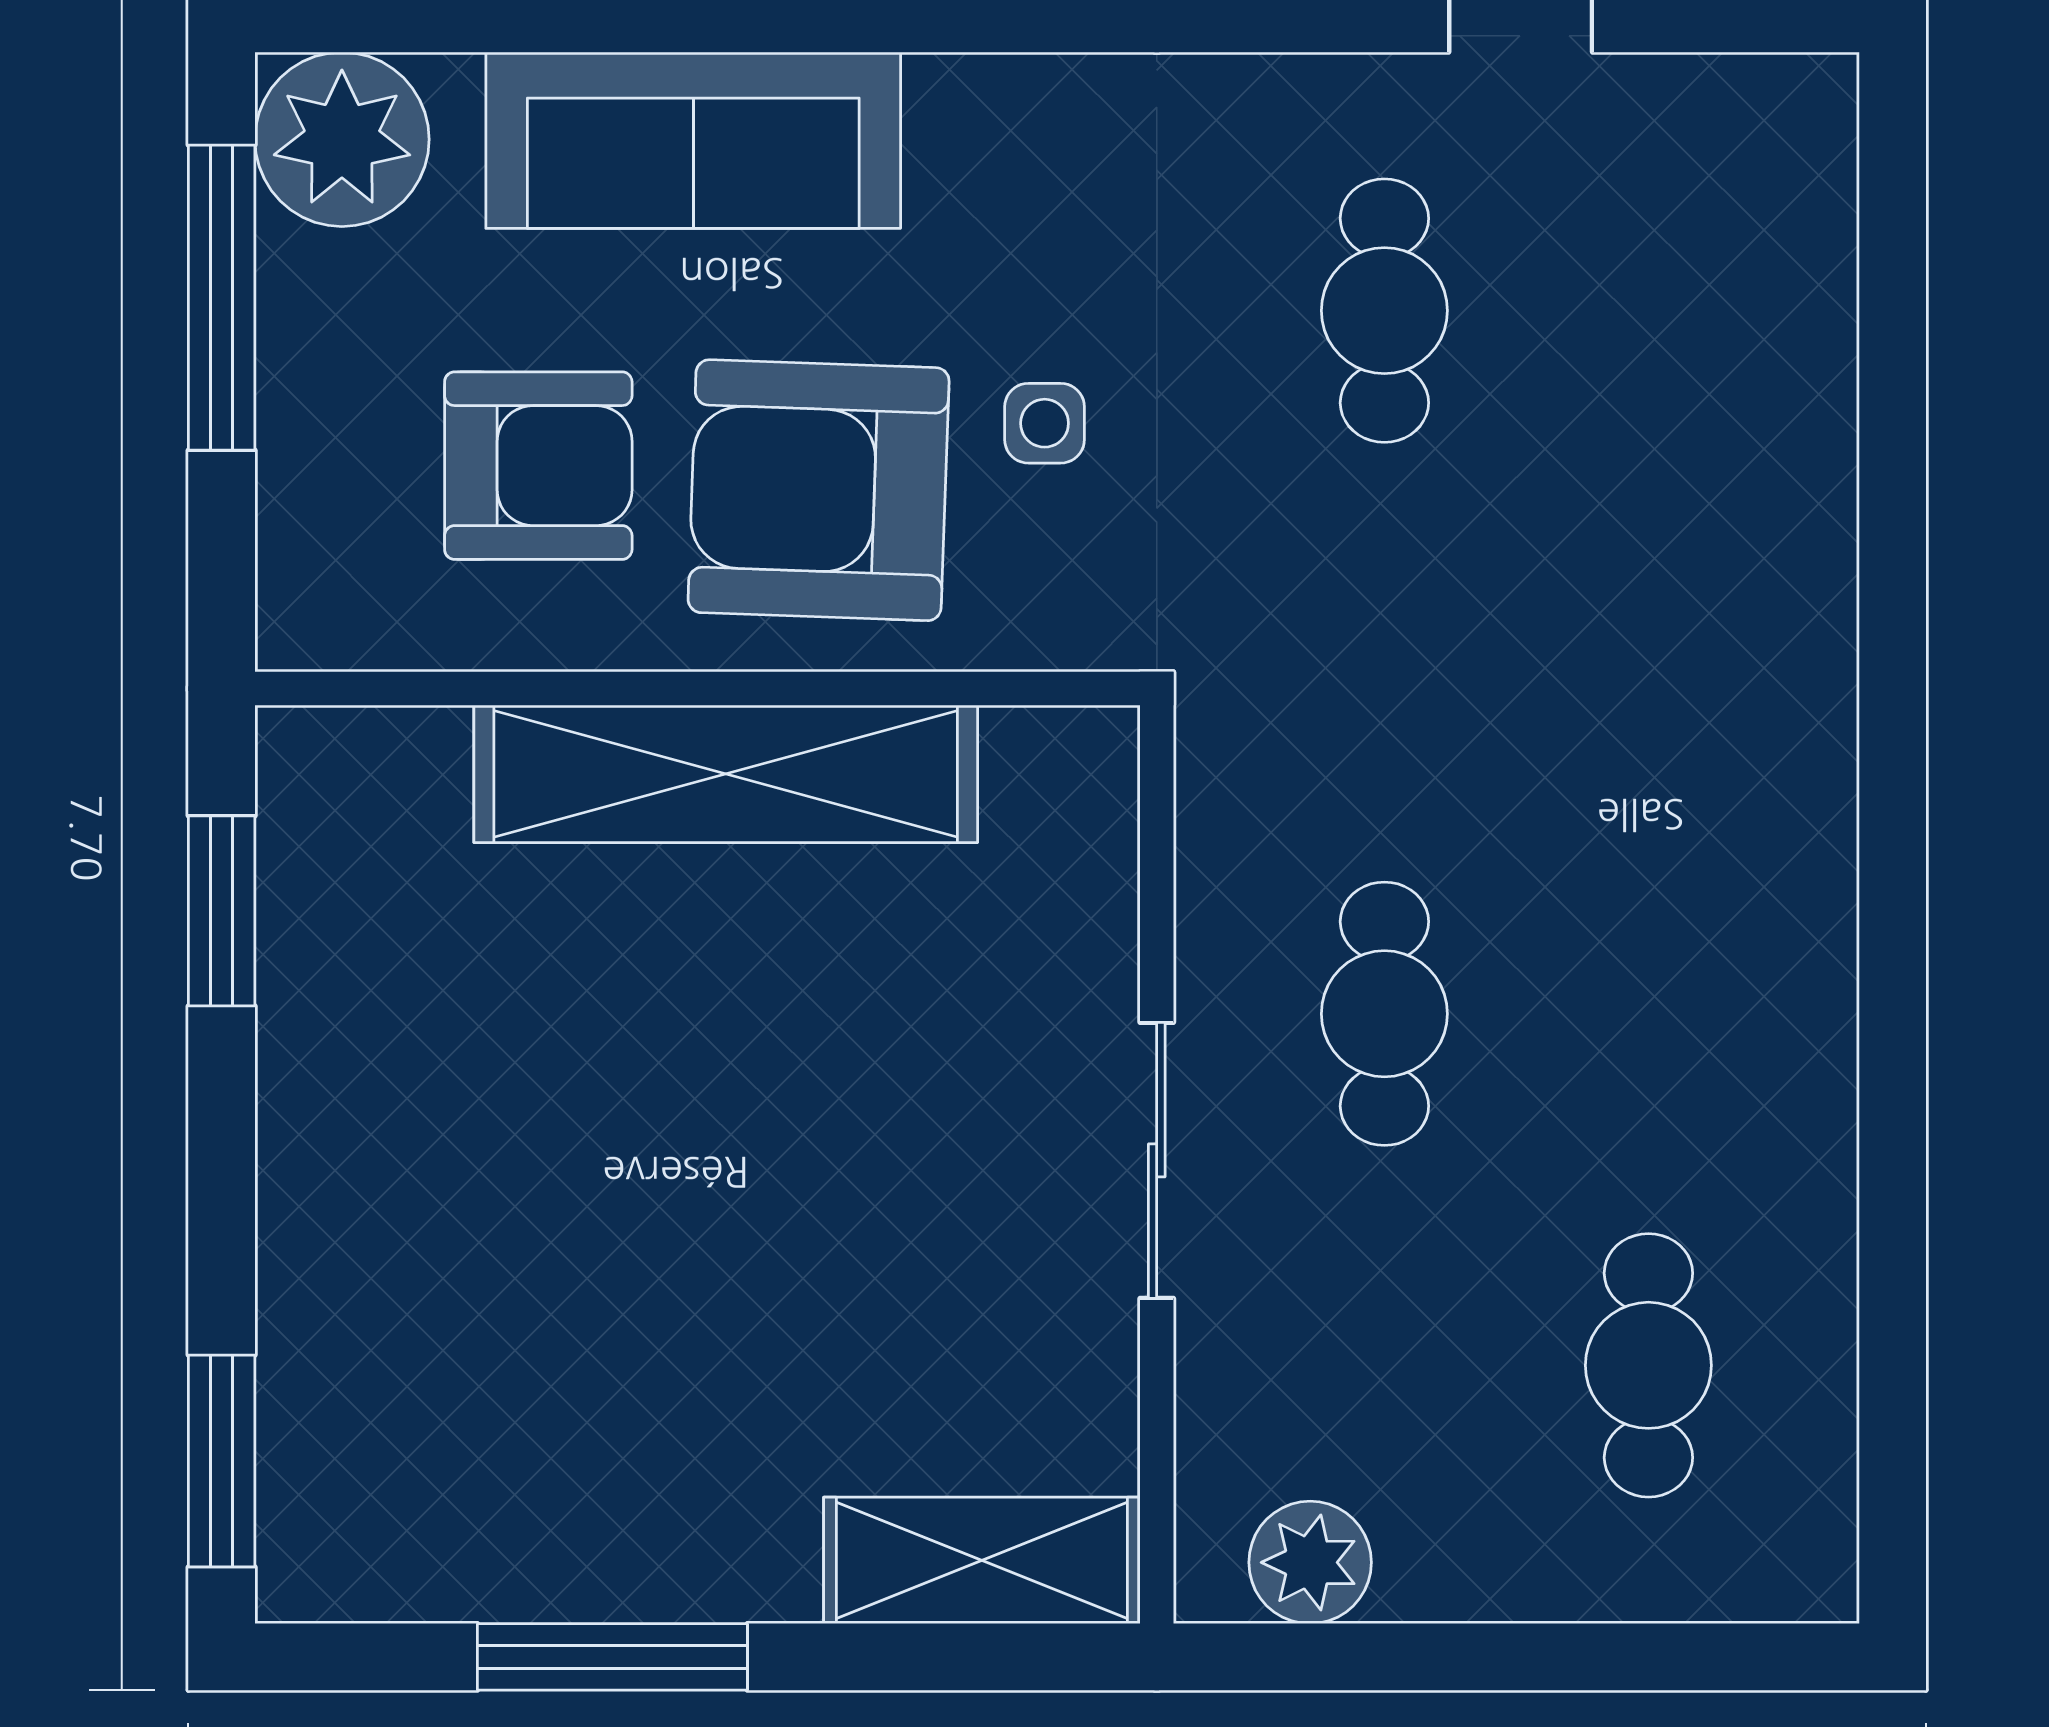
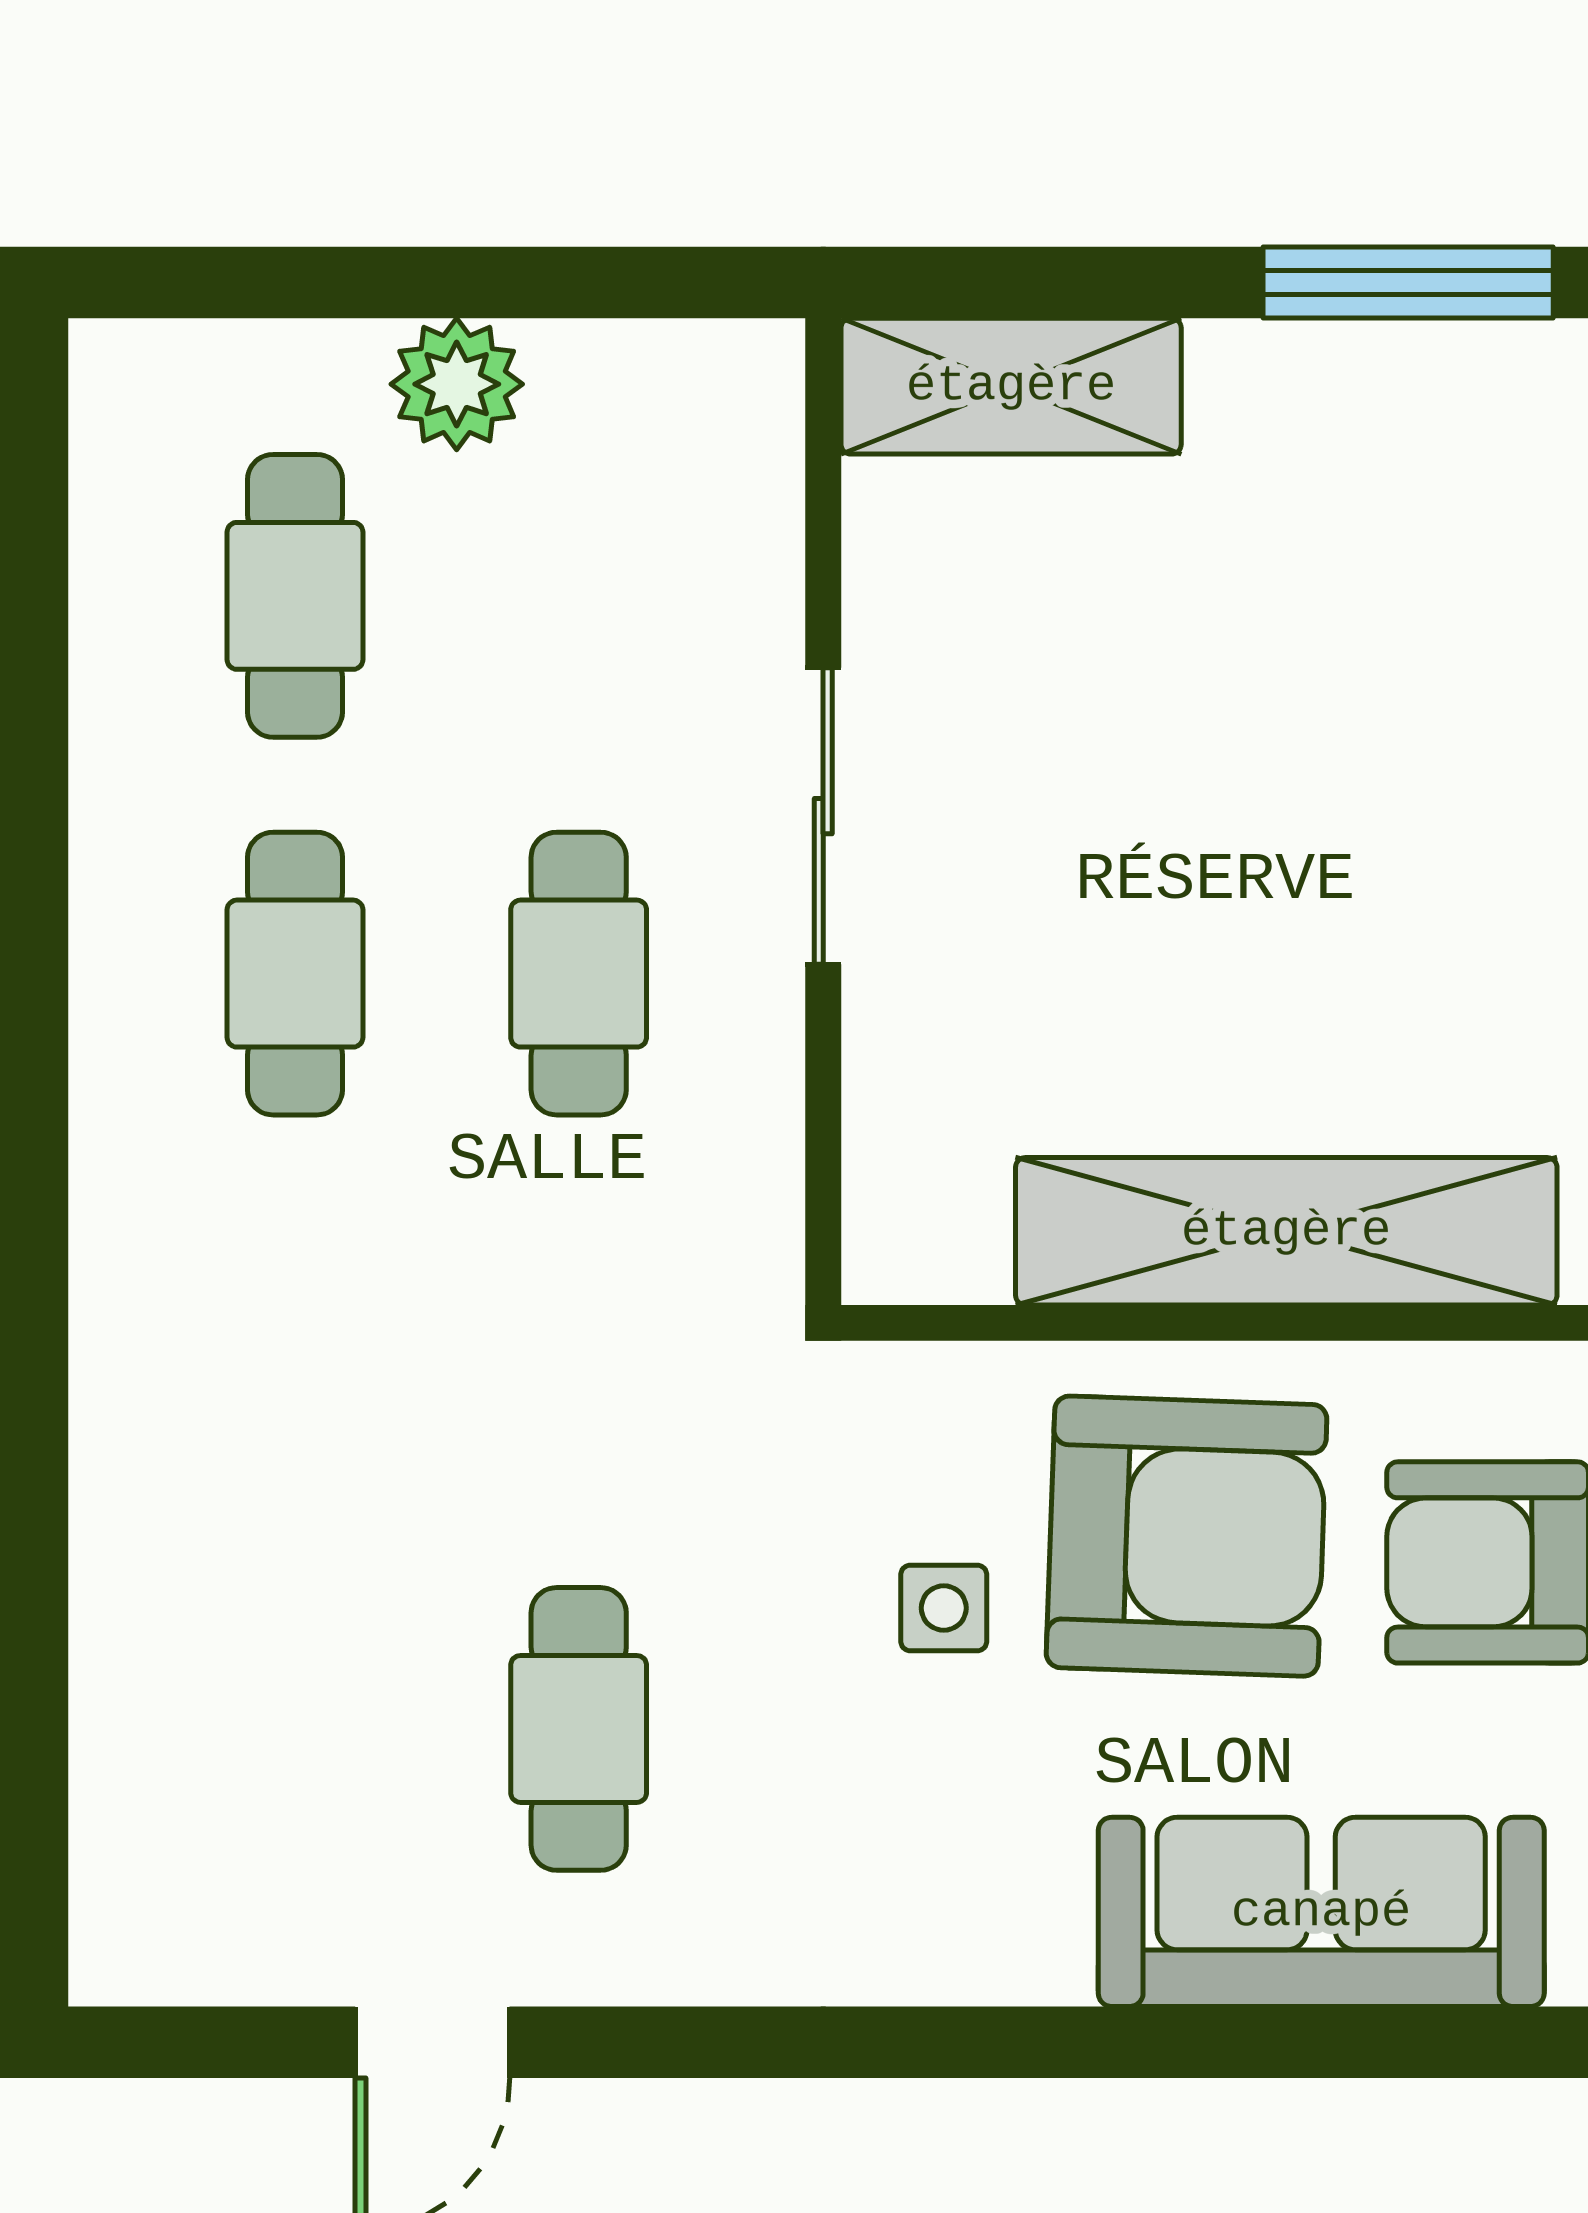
cafe table: (1648, 1014) -> (295, 974), added
plant: (1310, 1562) -> (457, 384), moved

